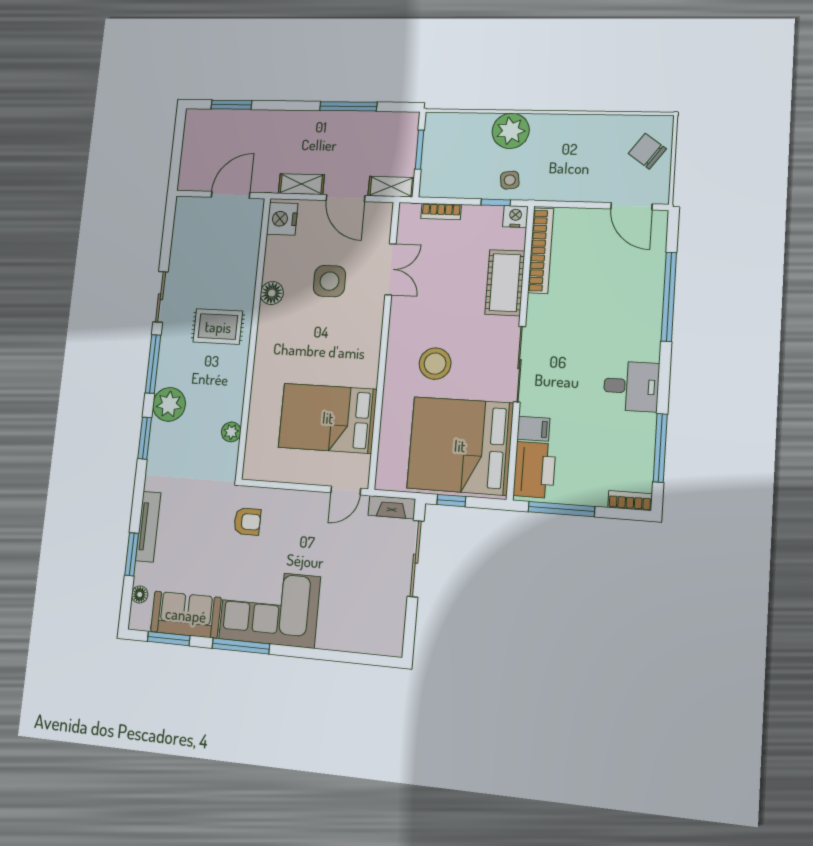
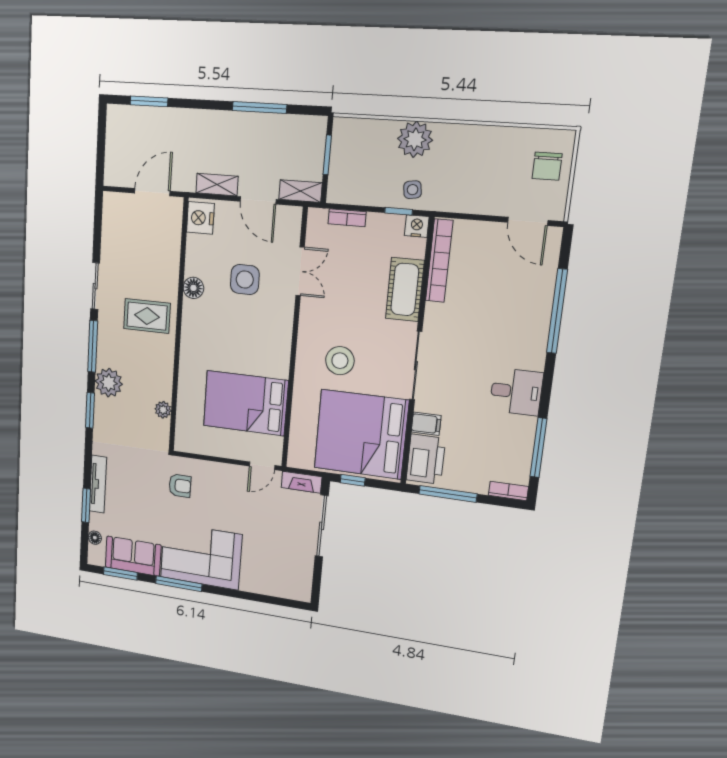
chair: (647, 151) -> (547, 166), turned -126

